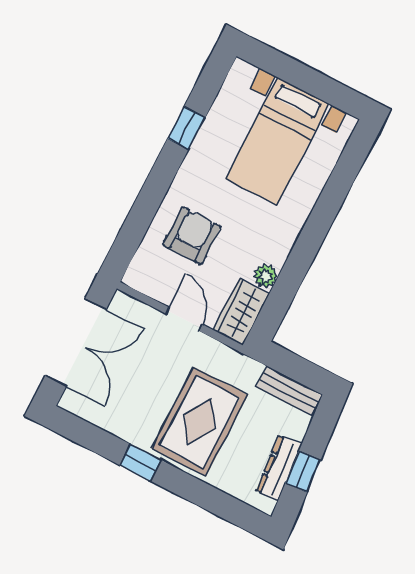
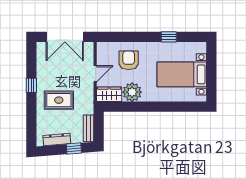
armchair: (192, 236) -> (129, 60), turned -90
plant: (266, 276) -> (132, 92), width x1.87, depth x1.87
rug: (200, 422) -> (59, 100), width x0.73, depth x0.70
window: (303, 472) -> (74, 149), moved

